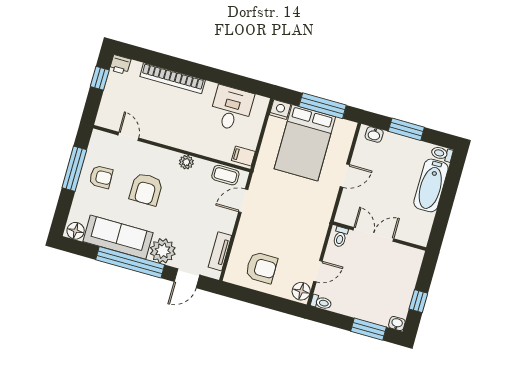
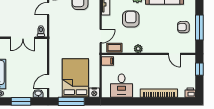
window: (100, 78) -> (199, 69), moved
door: (345, 176) -> (48, 81), moved
armchair: (146, 189) -> (131, 19), moved

